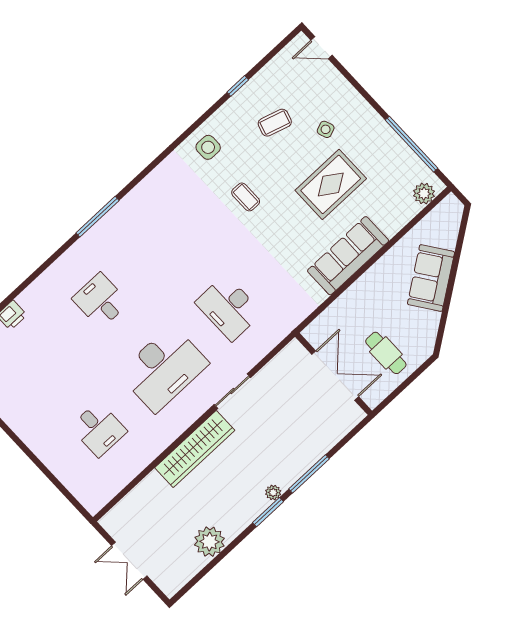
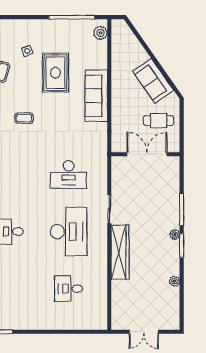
sofa: (431, 278) -> (153, 81), moved
desk: (99, 429) -> (69, 289), turned 180
plant: (209, 542) -> (174, 281), width x0.53, depth x0.53

